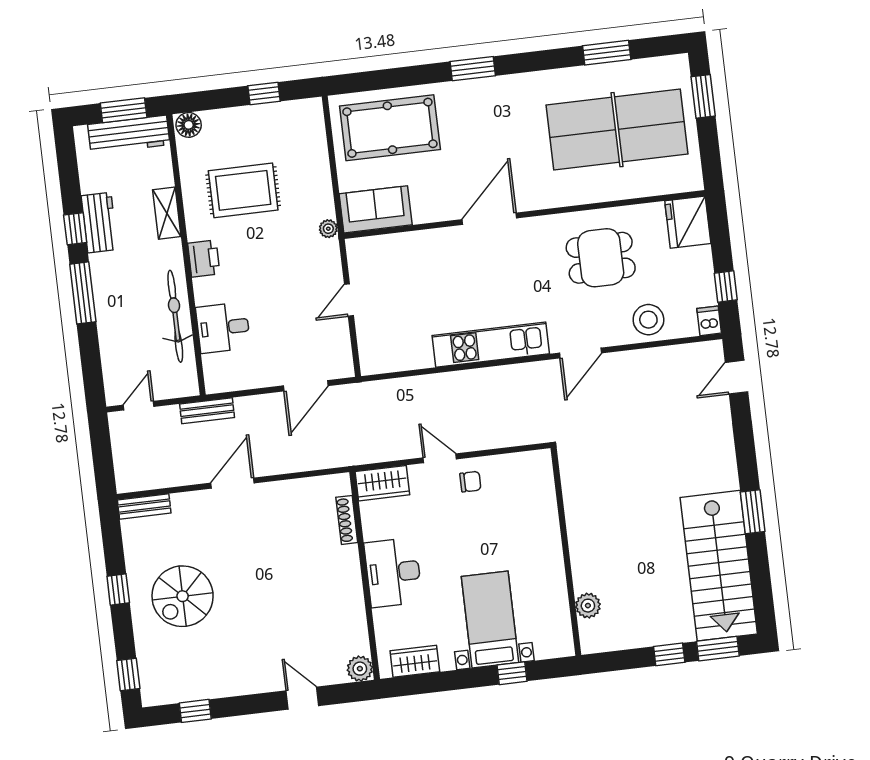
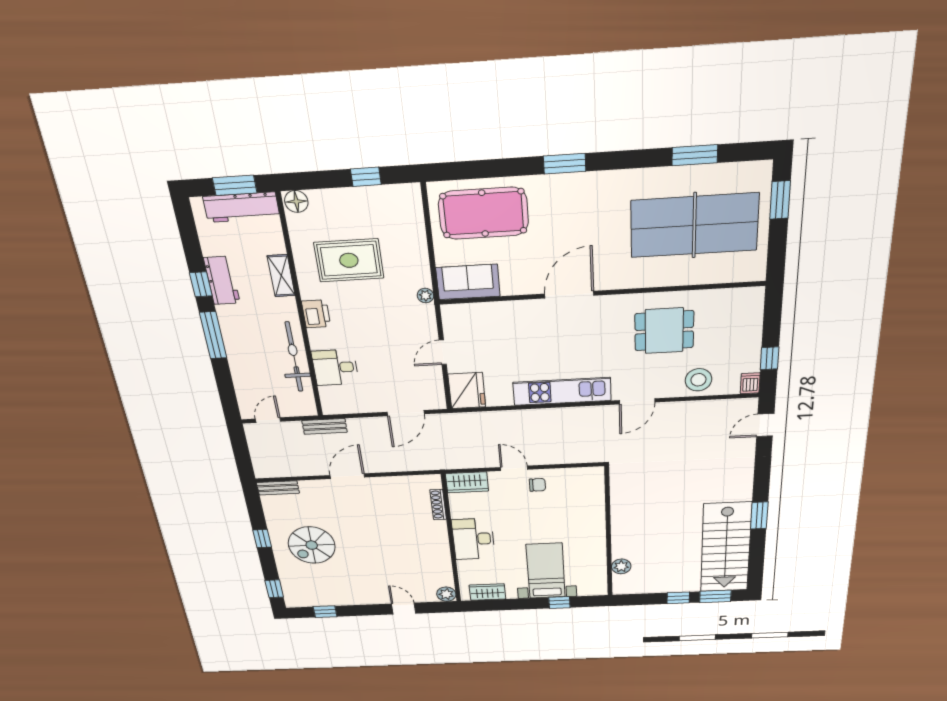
fridge: (688, 222) -> (467, 391), moved, turned 180

